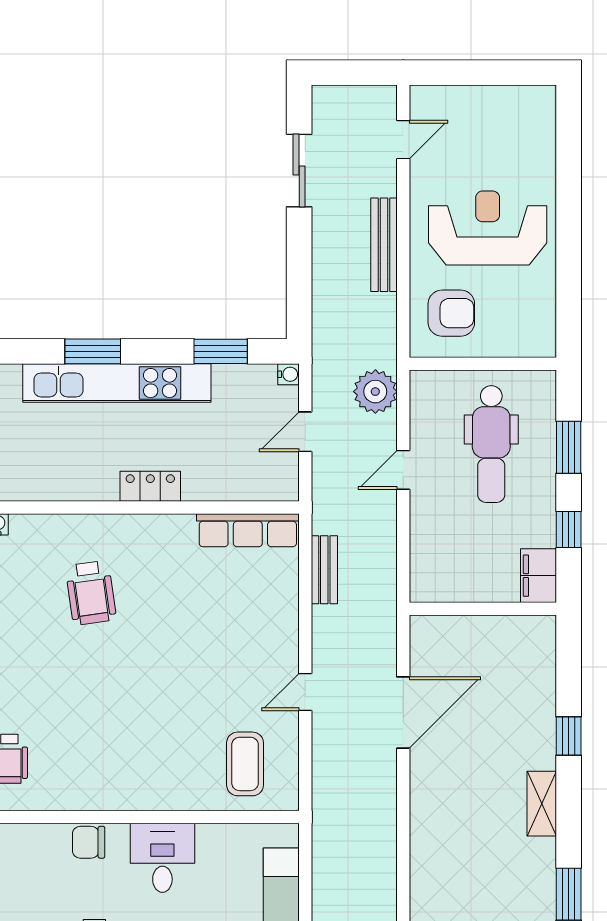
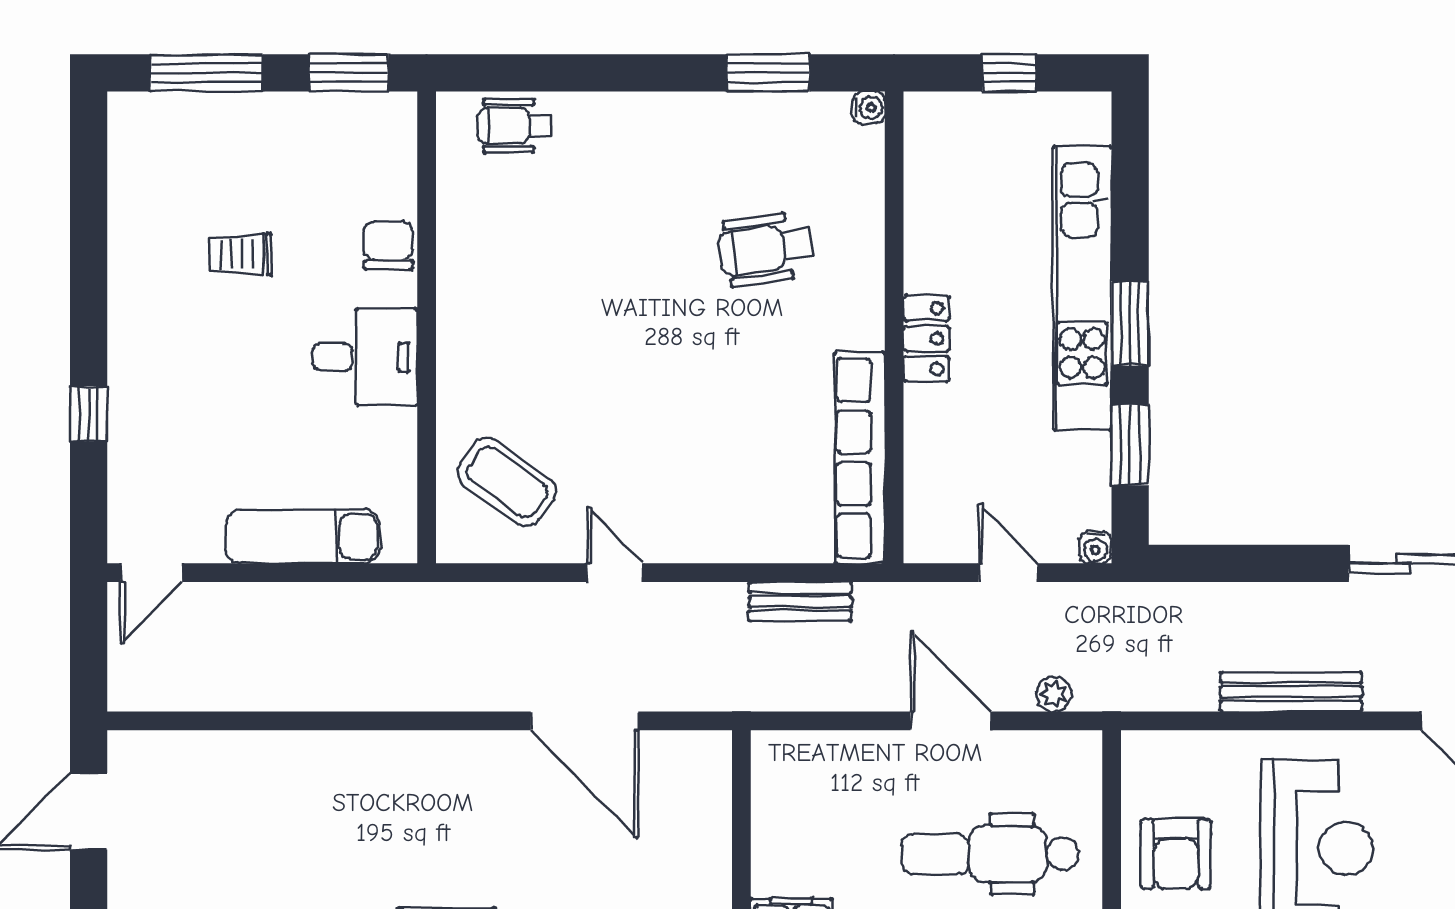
armchair: (451, 313) -> (1176, 854), moved
window: (93, 351) -> (1130, 323), moved
plant: (375, 392) -> (1054, 694), width x0.53, depth x0.53
door: (403, 470) -> (951, 721), width x1.38
row of seats: (248, 530) -> (860, 458), width x1.36
coffee table: (245, 764) -> (507, 482), turned 36

